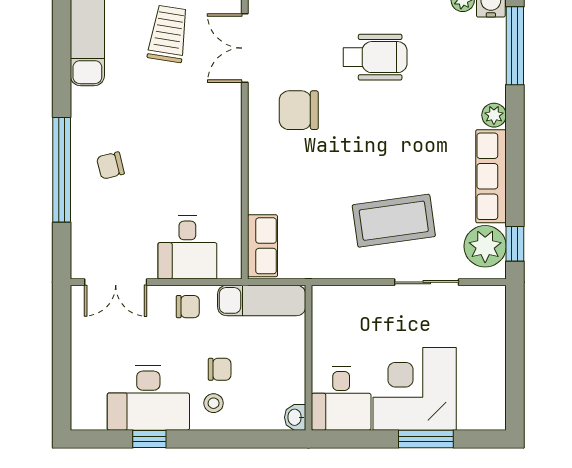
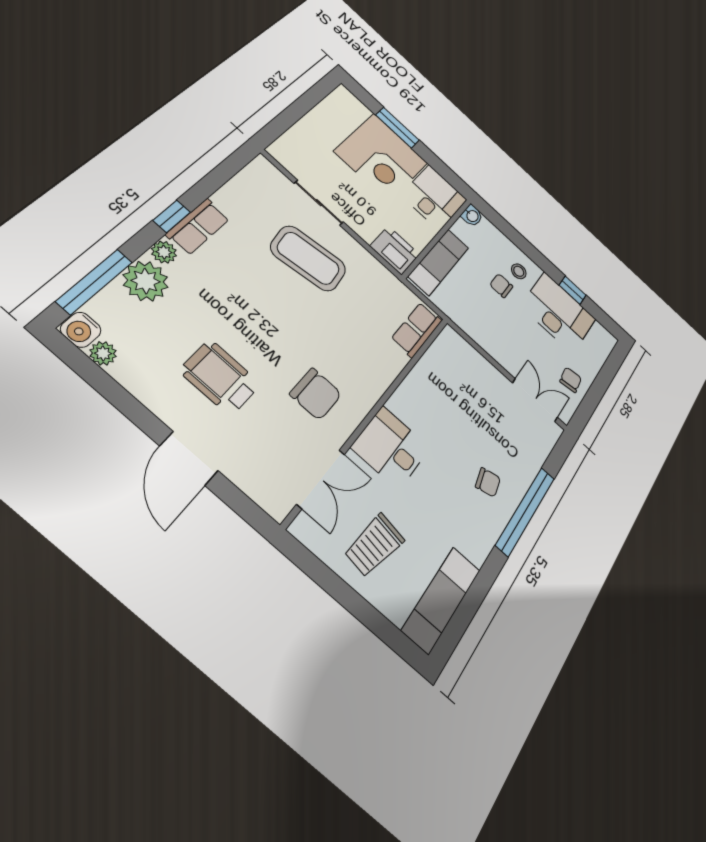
row of seats: (491, 176) -> (198, 227), width x0.68
window: (515, 244) -> (172, 216), moved
plant: (485, 246) -> (146, 281), moved
desk: (187, 248) -> (391, 448), moved, turned -90
exam couch: (262, 300) -> (439, 262), moved, turned 90
printer: (334, 304) -> (395, 250), added
chair: (188, 307) -> (571, 380), moved, turned 82

